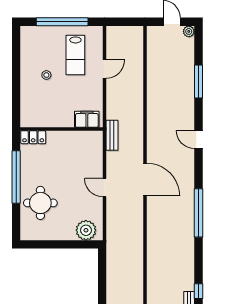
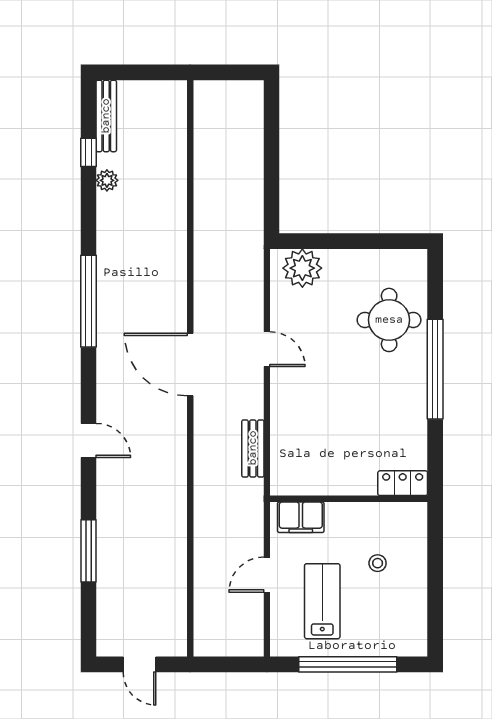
plant: (189, 31) -> (107, 180), moved
filing cabinet: (87, 119) -> (301, 517), moved
wall: (62, 129) -> (349, 499), moved
locker: (33, 137) -> (403, 483), moved

